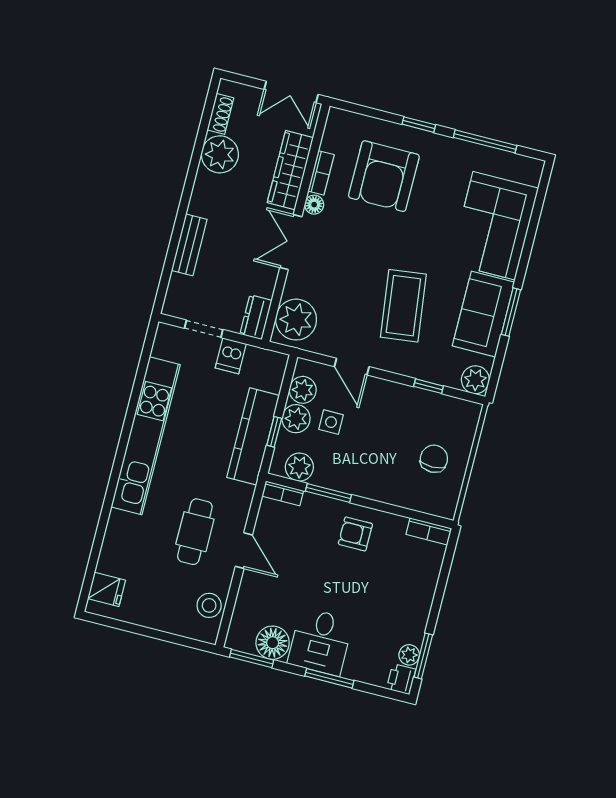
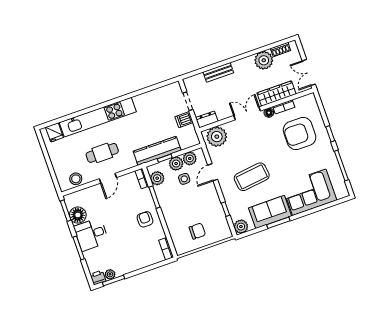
kitchen unit: (146, 436) -> (98, 117), moved

